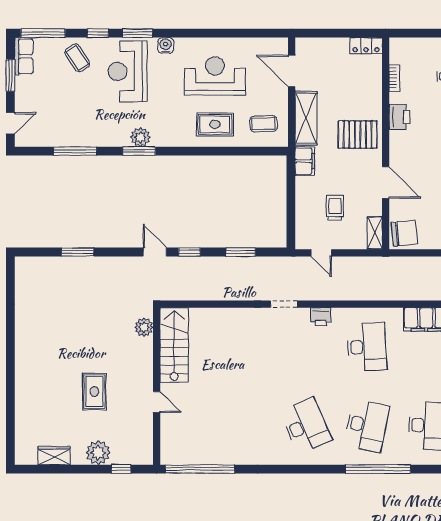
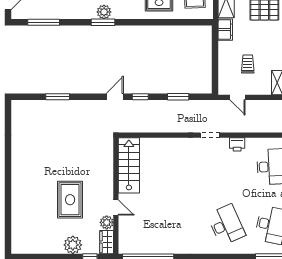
window: (75, 151) -> (44, 22), moved
door: (155, 252) -> (115, 97), hinge flipped
plant: (144, 327) -> (107, 222), moved
rug: (94, 392) -> (70, 200), width x1.36, depth x1.43
wardrobe: (54, 456) -> (107, 242), moved, turned -90

